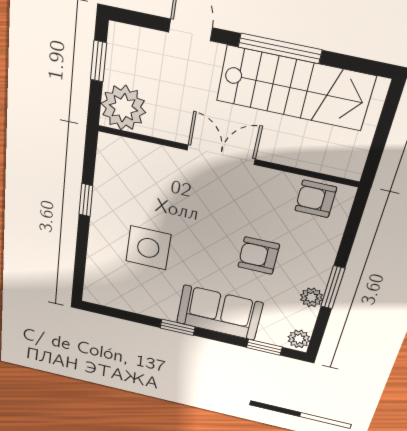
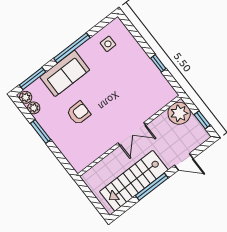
armchair: (316, 199) -> (85, 155), removed
side table: (148, 248) -> (108, 44), moved, width x0.54, depth x0.54
plant: (312, 297) -> (34, 108), moved
window: (178, 327) -> (72, 48), width x2.17
window: (264, 347) -> (33, 78), width x1.50

